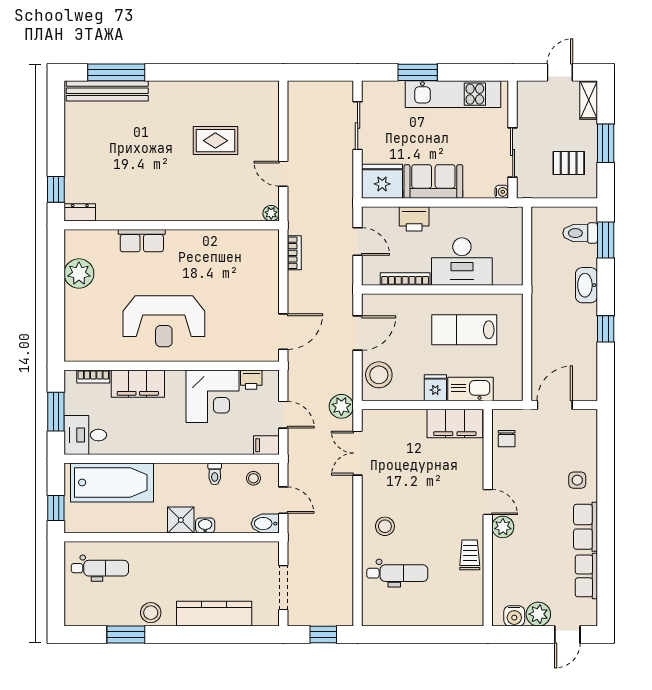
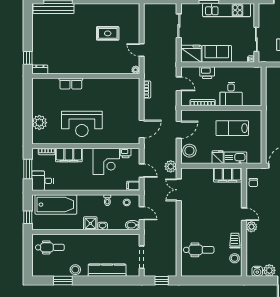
desk: (462, 261) -> (231, 94), width x0.73
plant: (79, 274) -> (39, 123), moved
stool: (385, 526) -> (235, 258), moved

